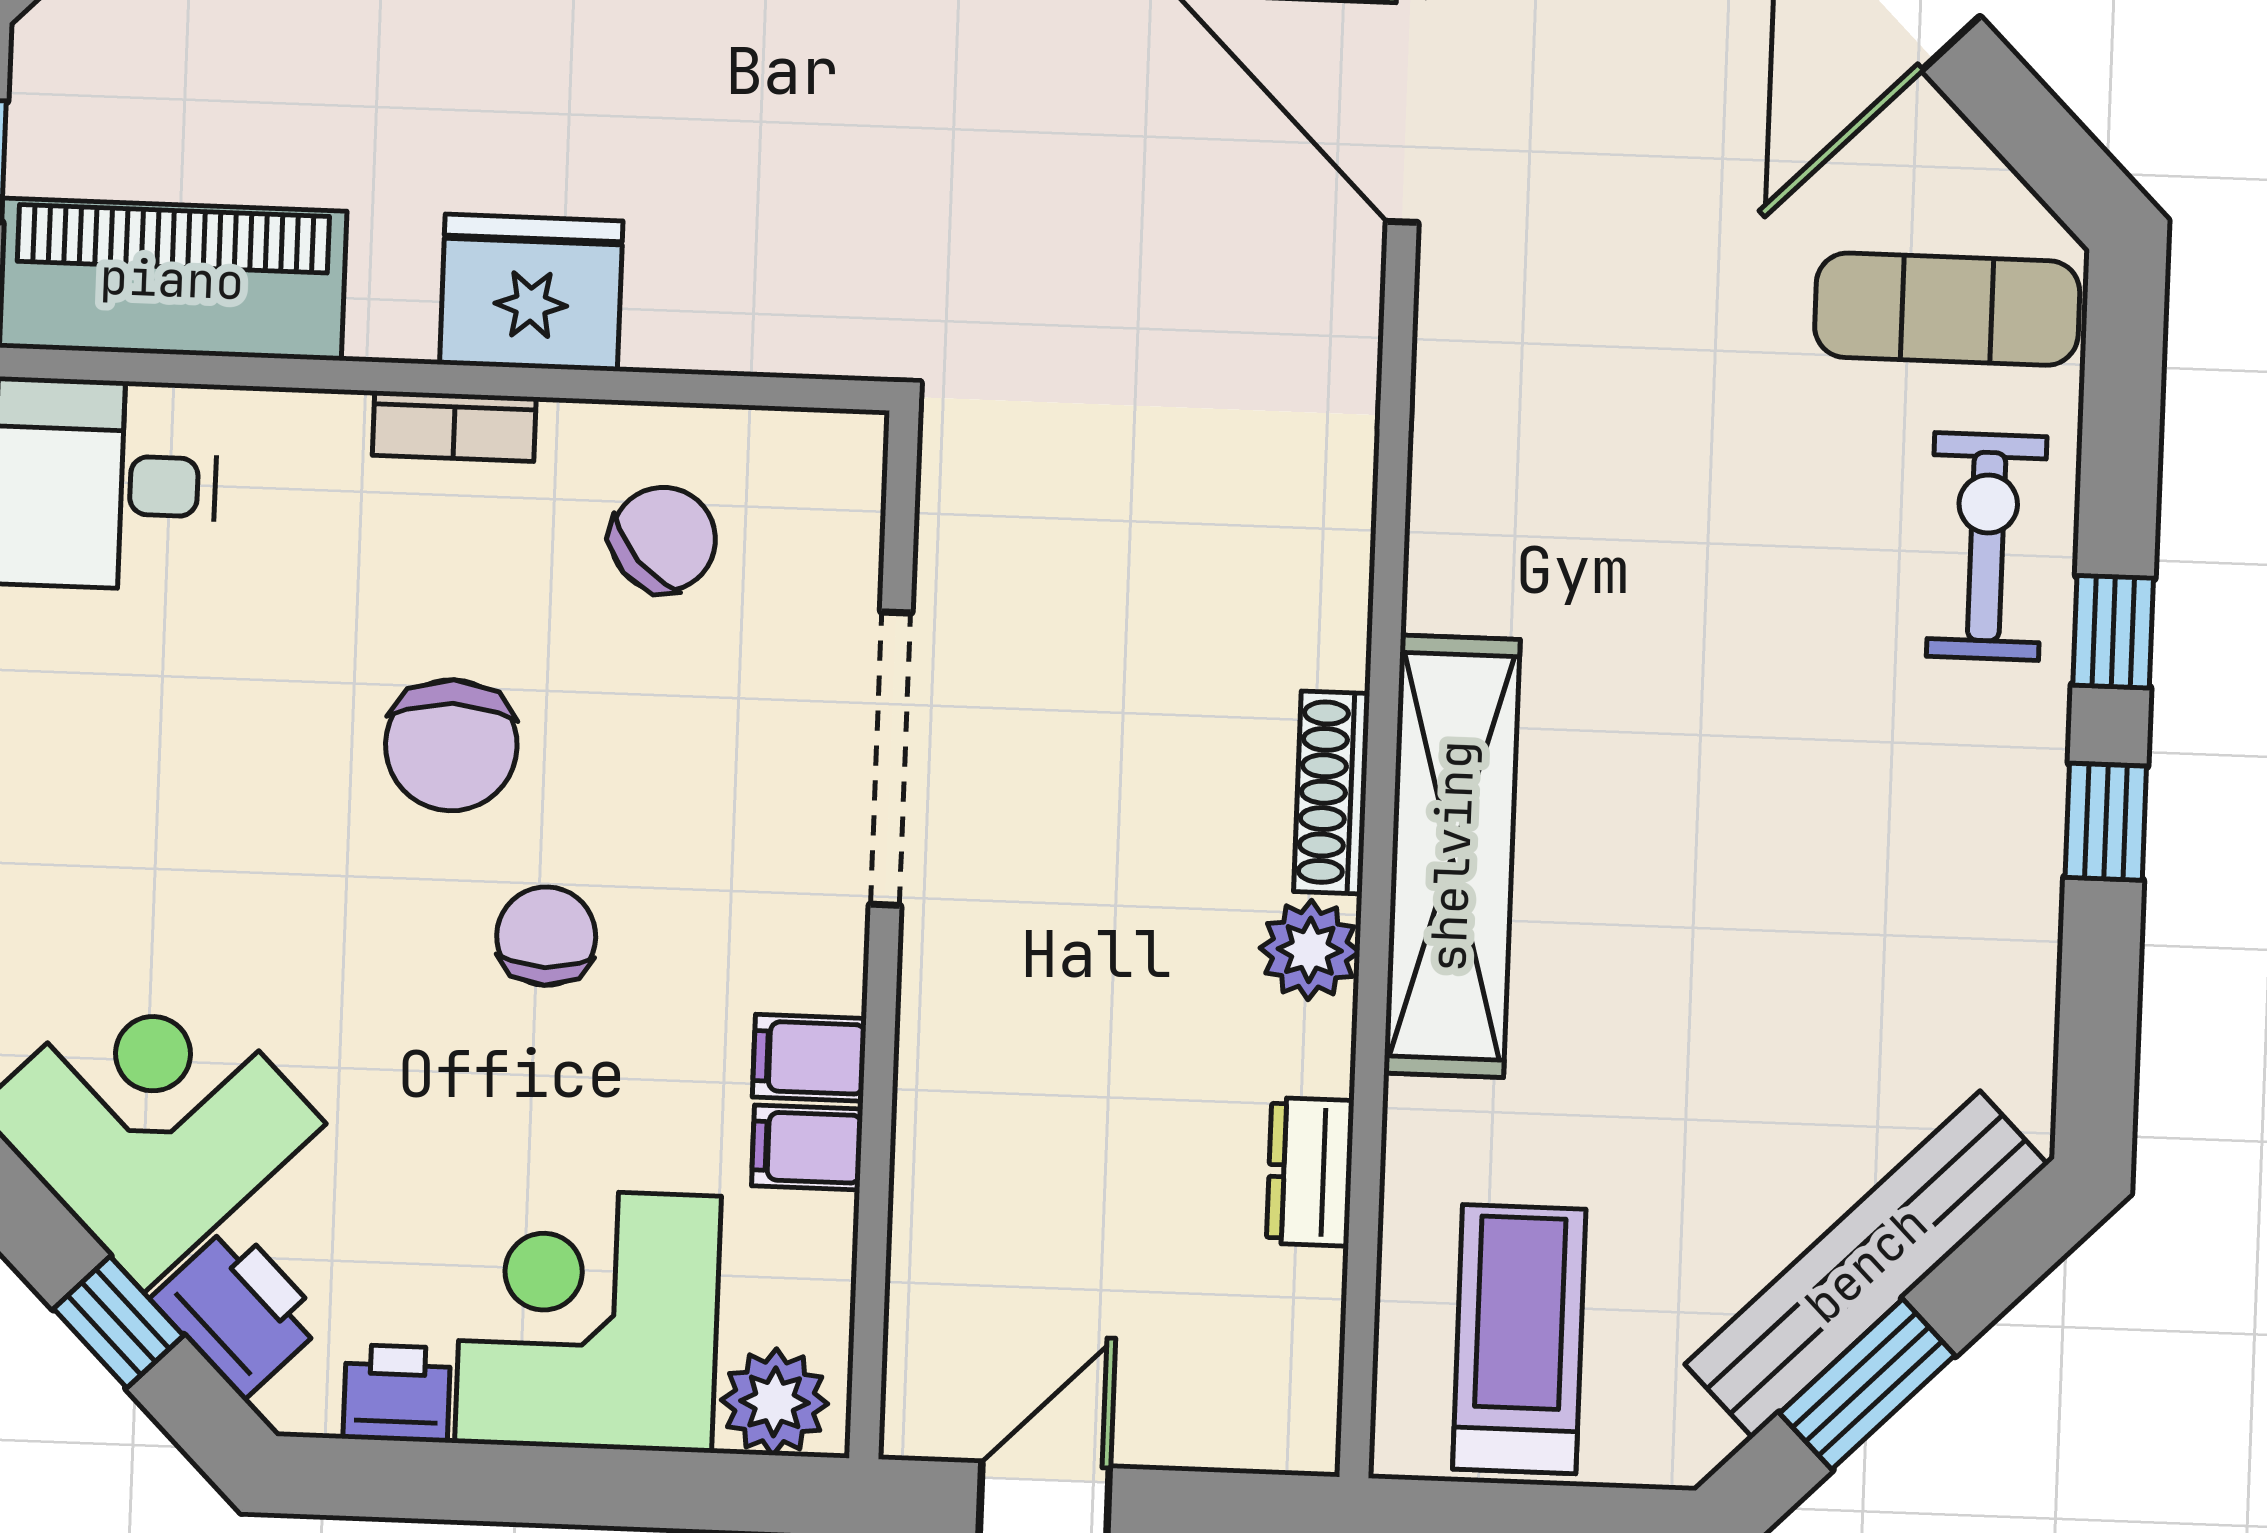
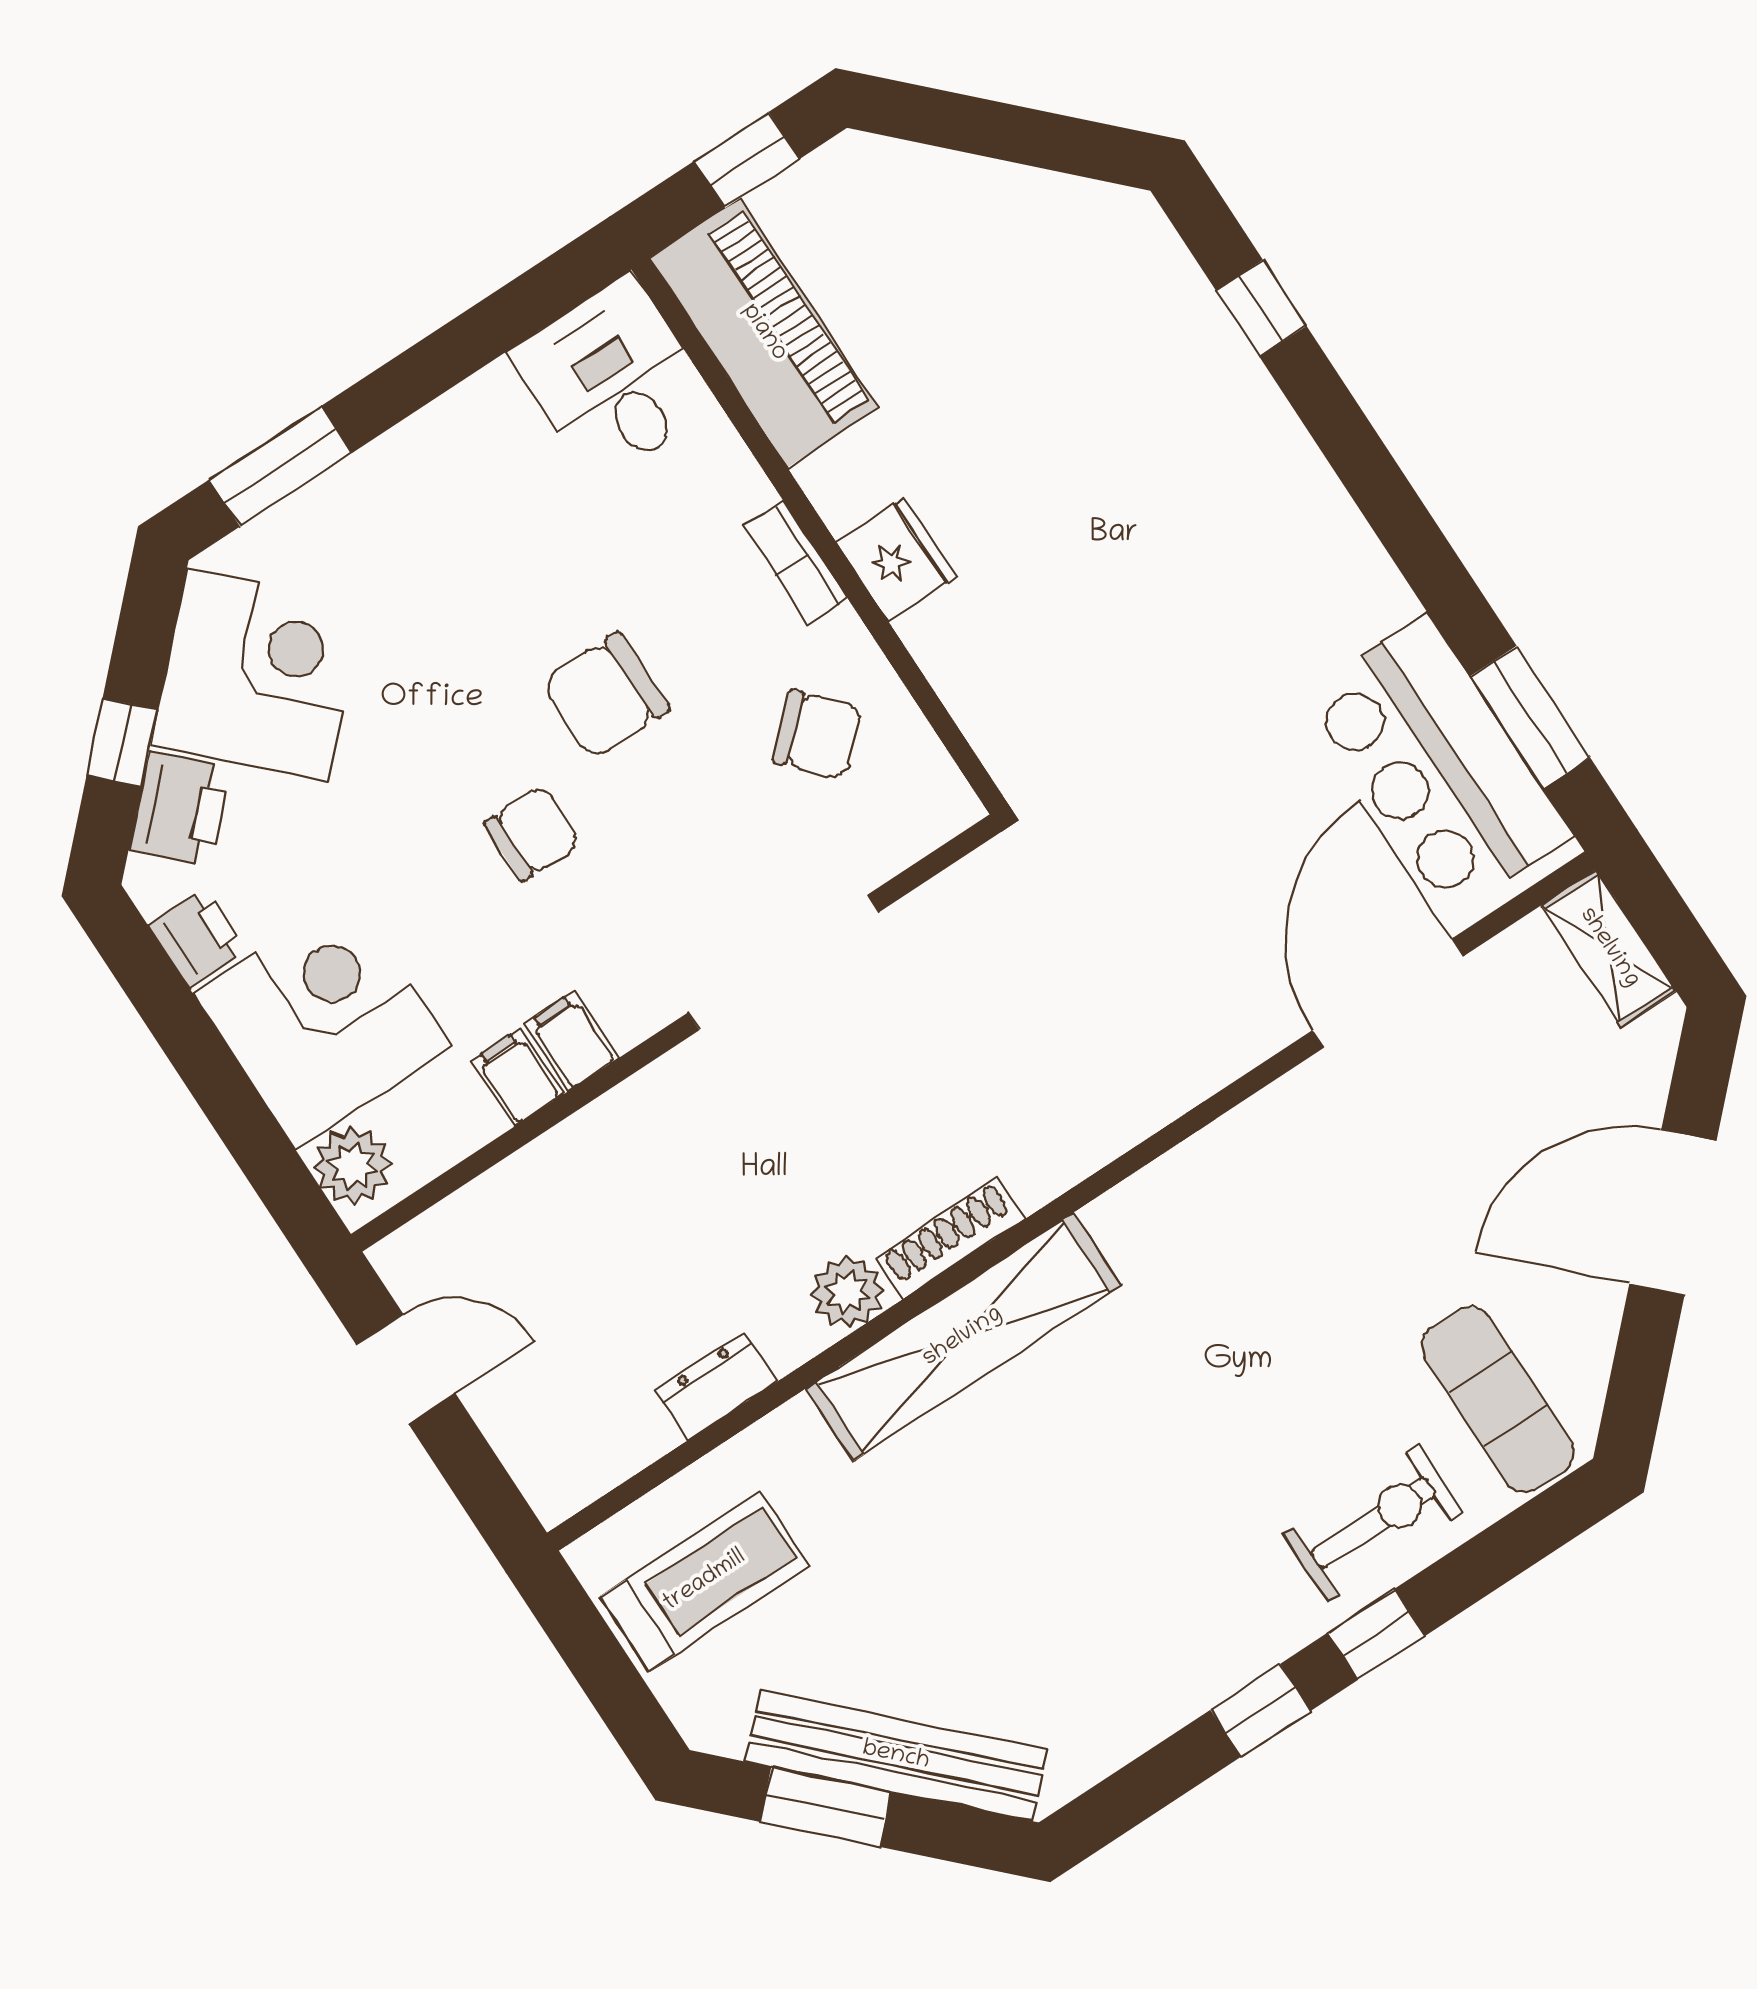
fridge: (531, 293) -> (896, 559), width x0.73, depth x0.75

